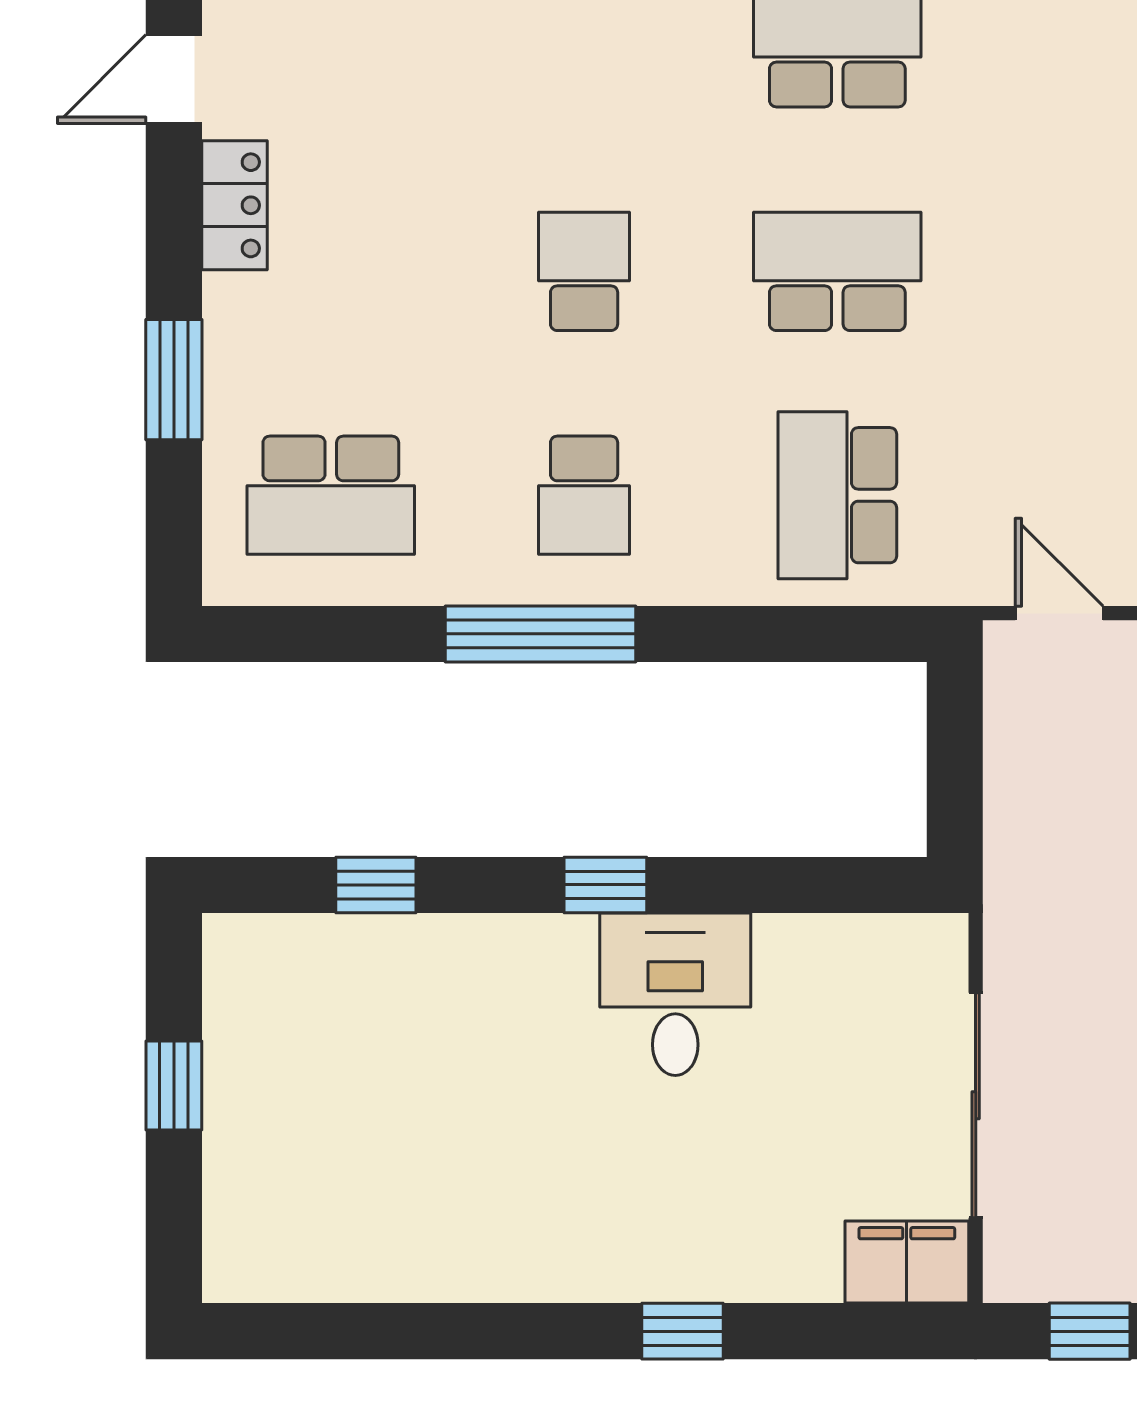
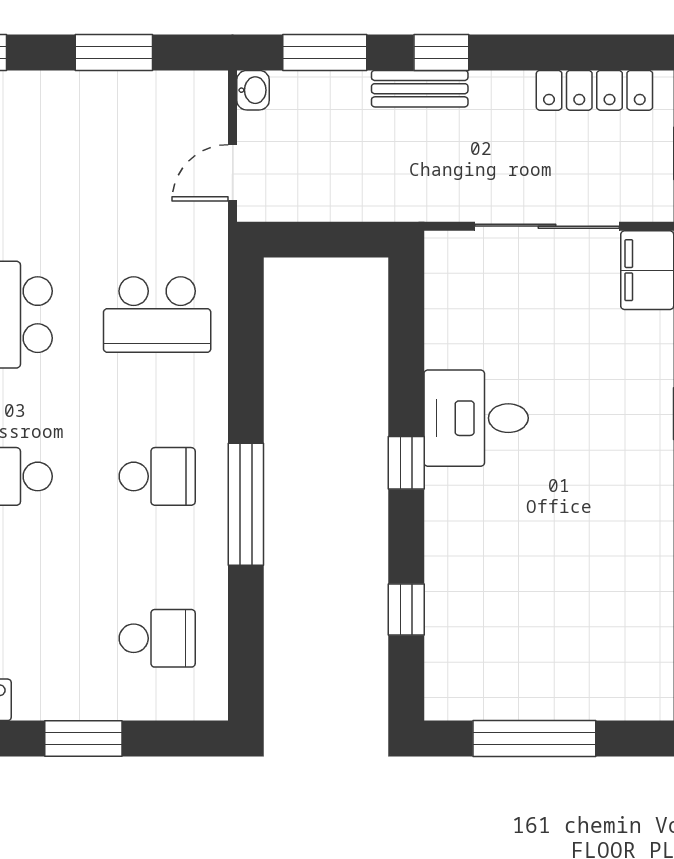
school desk: (331, 495) -> (157, 638), width x0.54
window: (174, 1086) -> (534, 739), width x2.17

